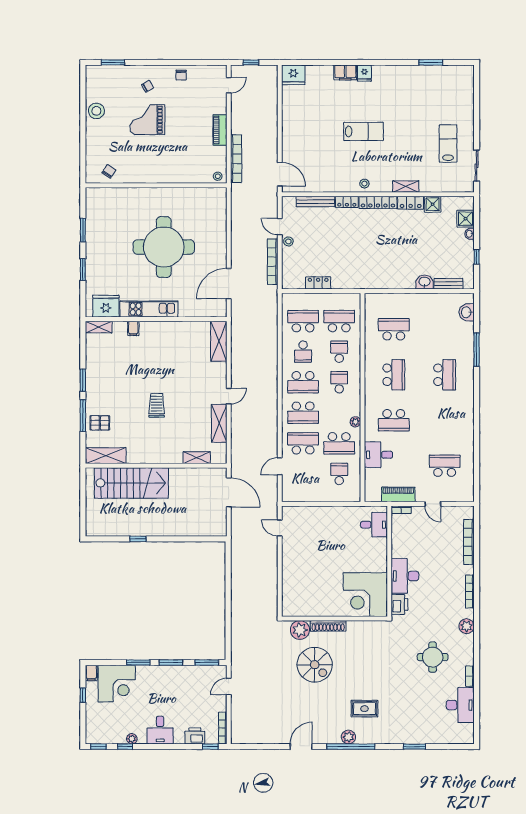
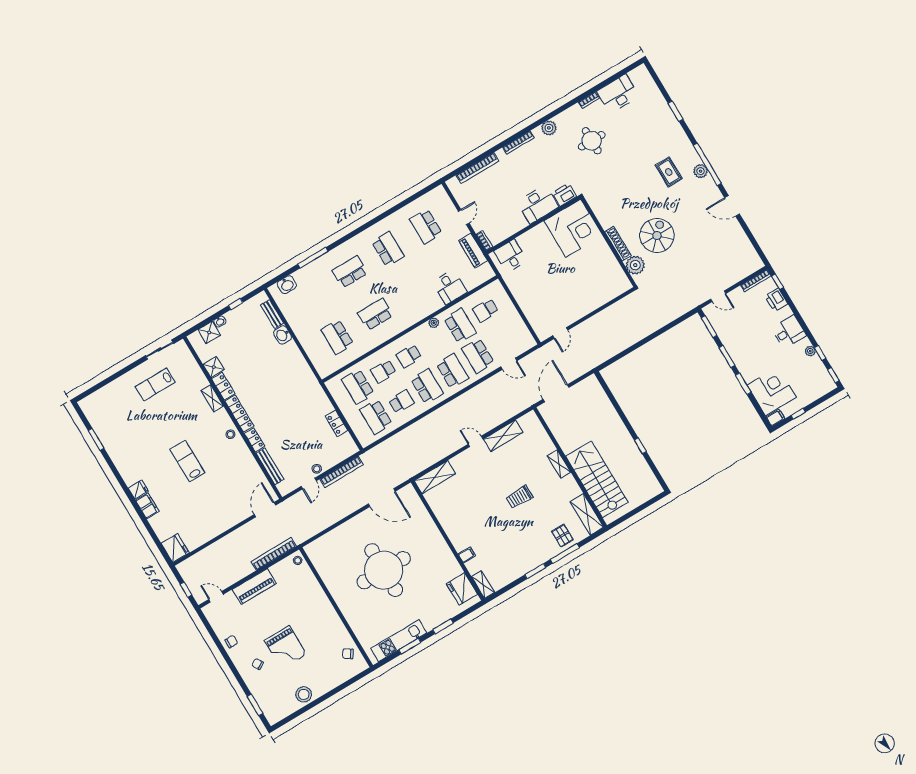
piano: (220, 130) -> (254, 586), width x1.37, depth x1.33
kitchen unit: (149, 309) -> (399, 641), moved, turned 90
school desk: (394, 420) -> (388, 249), moved
shelving: (197, 458) -> (559, 464), moved

